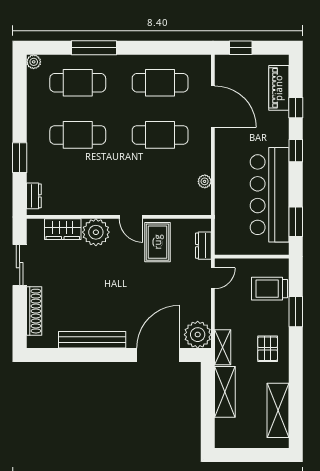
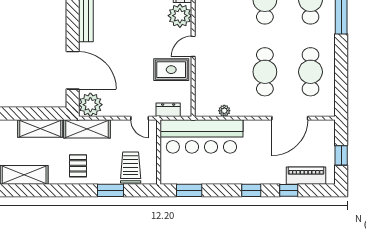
window: (241, 48) -> (341, 155), moved
bar counter: (270, 195) -> (201, 136), moved, turned 180
shelving: (223, 347) -> (87, 129), width x1.50, depth x1.33
pallet: (268, 349) -> (78, 166), turned 90

